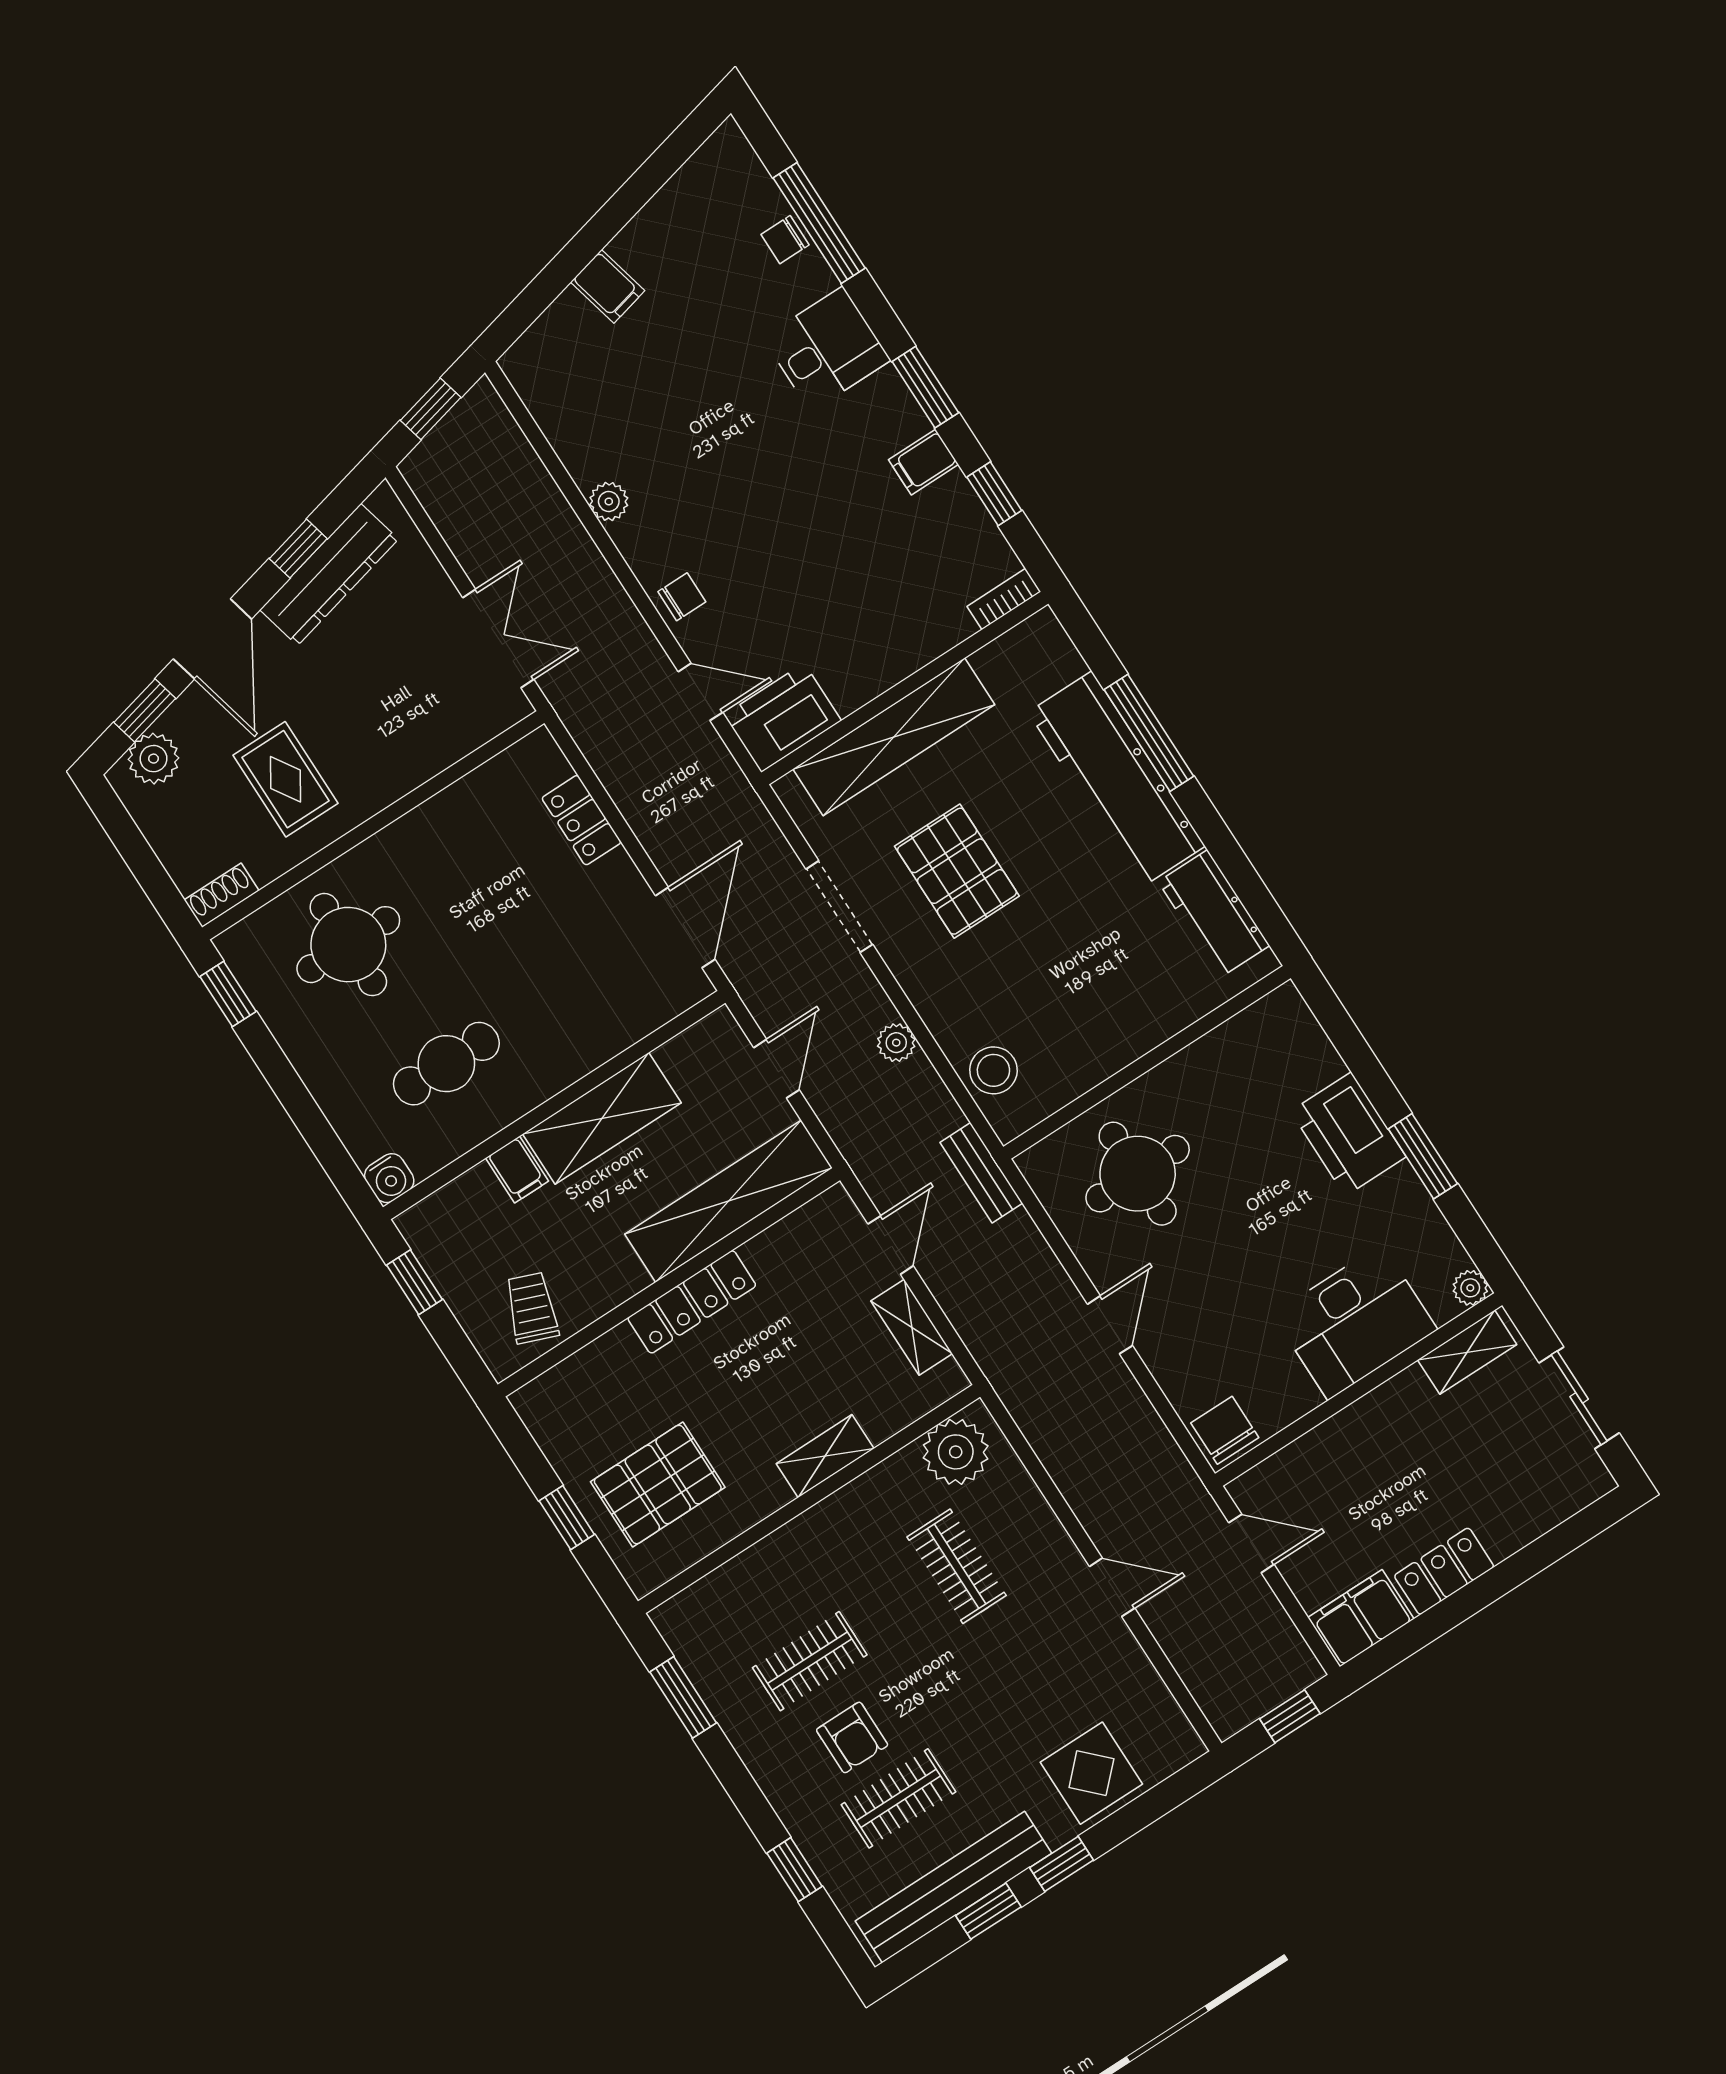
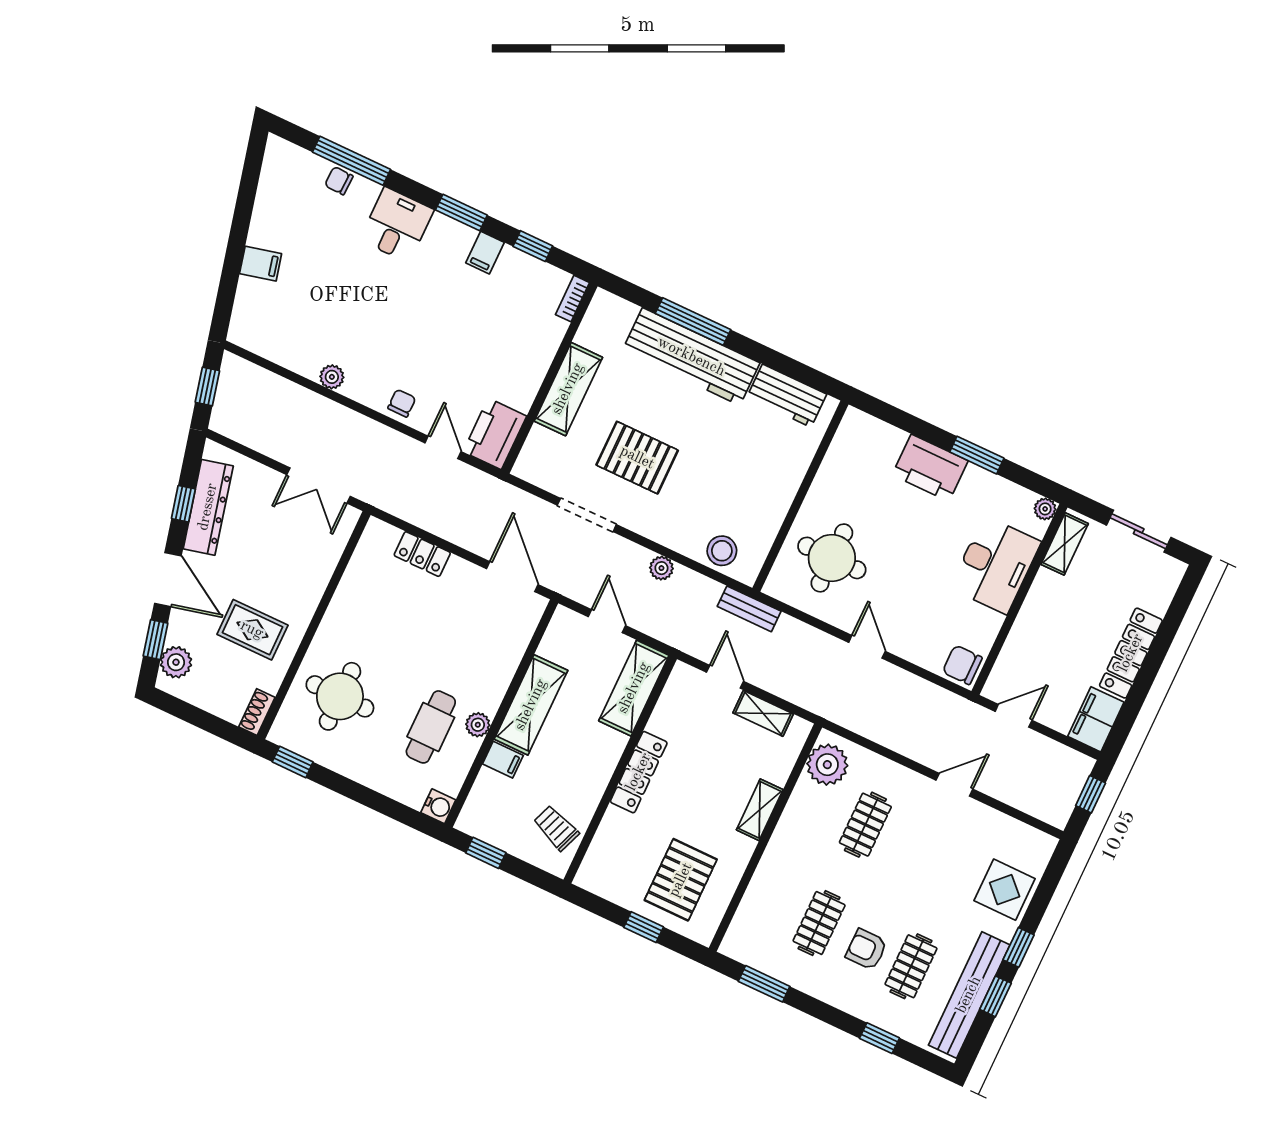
chair: (785, 240) -> (339, 181), turned 92
double door: (498, 638) -> (319, 485), swing flipped
door: (701, 692) -> (443, 447), hinge flipped
shelving: (894, 737) -> (568, 389), width x0.68
plant: (512, 1100) -> (478, 725), added
shelving: (729, 1201) -> (634, 688), width x0.68
clothes rail: (957, 1566) -> (865, 825), turned 90
locker: (1444, 1571) -> (1131, 653), width x1.53
armchair: (852, 1737) -> (866, 949), turned 180

